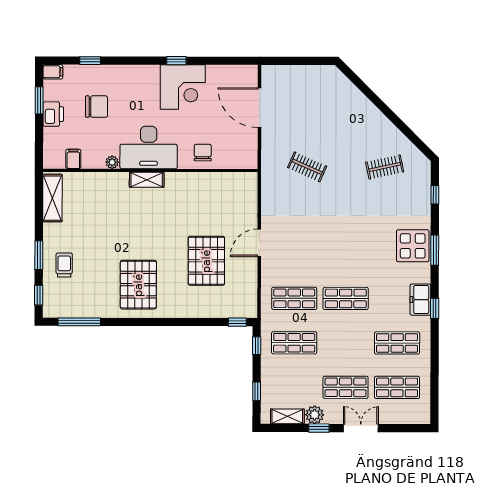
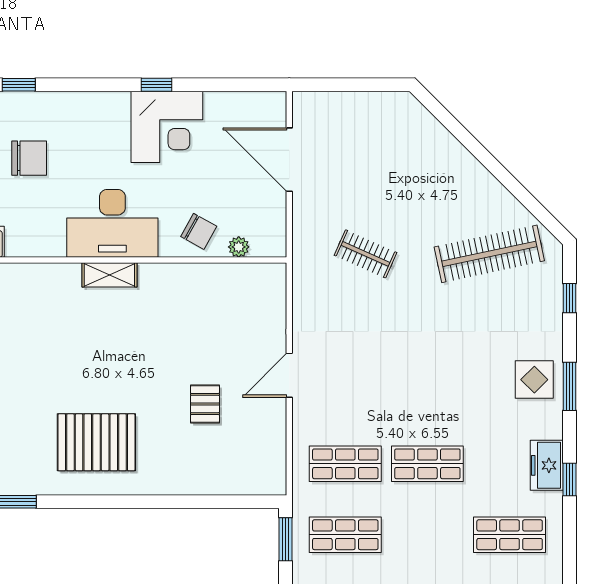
chair: (203, 153) -> (199, 231), turned 119
plant: (112, 162) -> (239, 247), moved
clothes rail: (385, 167) -> (489, 254), width x1.86, depth x1.31
display table: (413, 246) -> (534, 380), width x0.73, depth x0.73
pallet: (206, 261) -> (205, 404), width x0.49, depth x0.50
pallet: (138, 285) -> (96, 442), turned 90
window: (237, 322) -> (254, 502), removed
window: (257, 346) -> (285, 539), width x1.50

